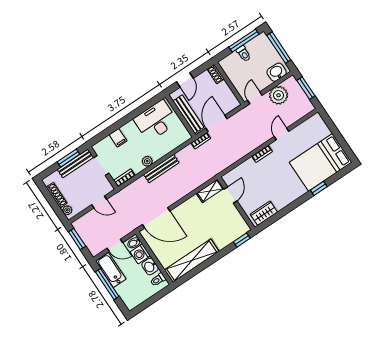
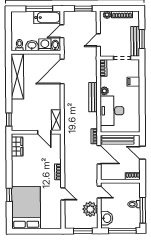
desk: (156, 121) -> (112, 111), moved, turned 180

